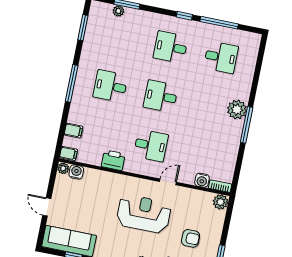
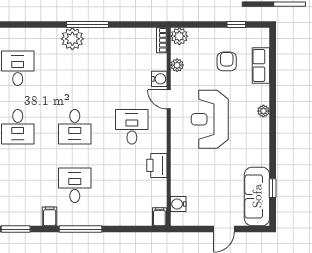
desk: (110, 86) -> (75, 185), turned 180
filing cabinet: (73, 131) -> (50, 216), moved
plant: (63, 168) -> (177, 65), moved
water cooler: (202, 180) -> (159, 79), moved

